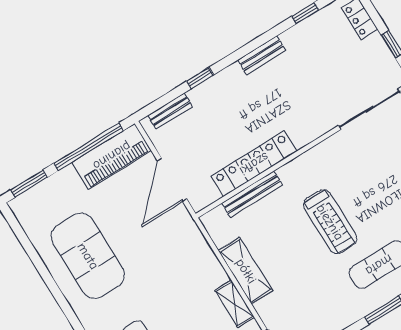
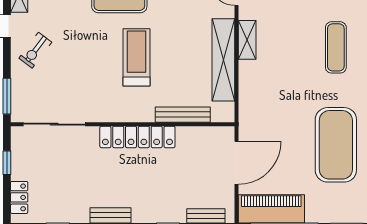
locker: (254, 164) -> (137, 137), moved
shelving: (246, 271) -> (223, 60), width x1.47

